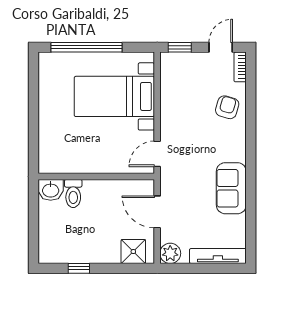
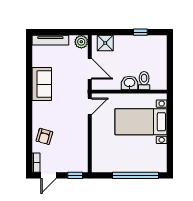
bed with nightstands: (114, 96) -> (141, 122), moved, turned 180
washbasin: (51, 190) -> (129, 83), moved

